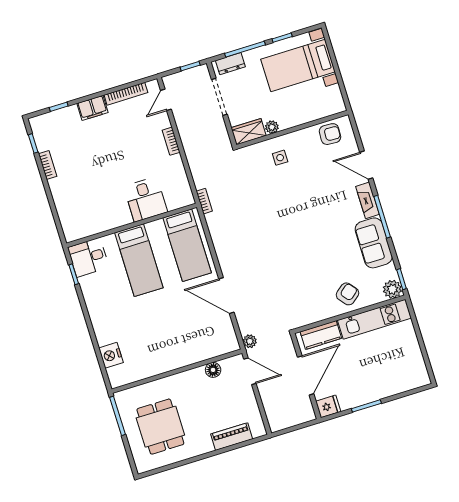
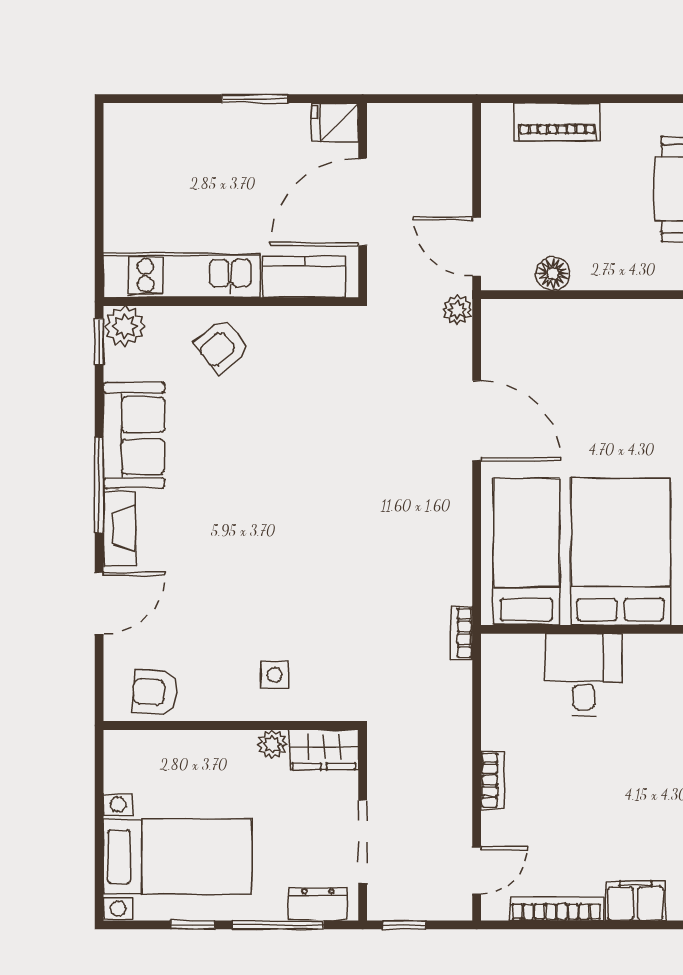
door: (366, 165) -> (99, 603), hinge flipped
bed: (139, 260) -> (620, 552), width x1.50

